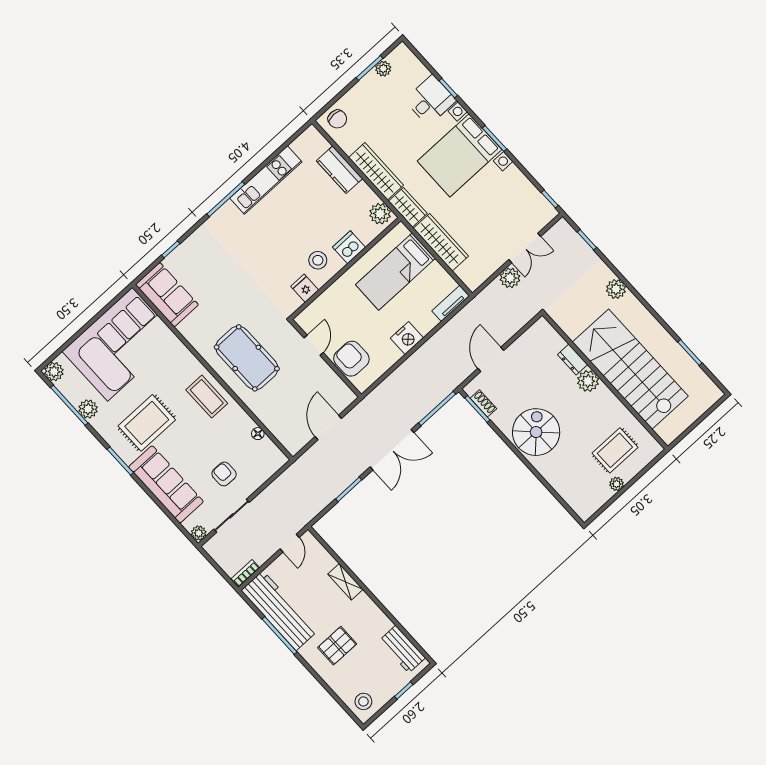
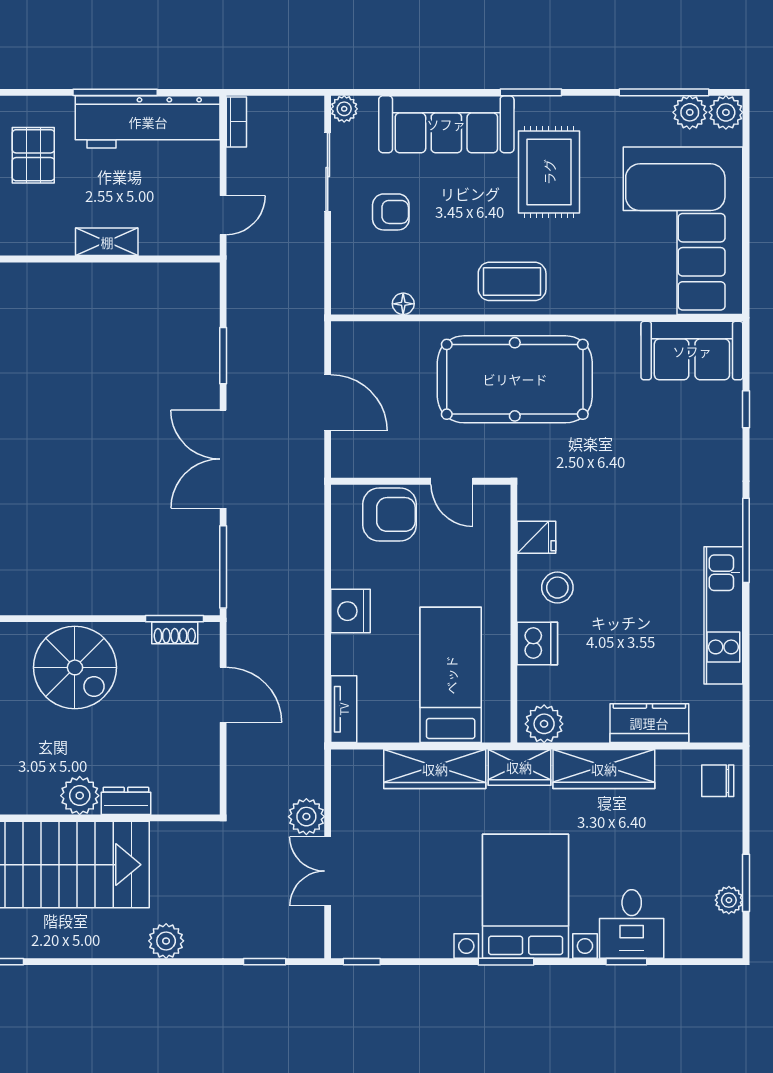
pool table: (247, 358) -> (515, 379), width x1.36, depth x1.32
plant: (88, 409) -> (690, 112), moved
door: (290, 543) -> (223, 215), swing flipped

